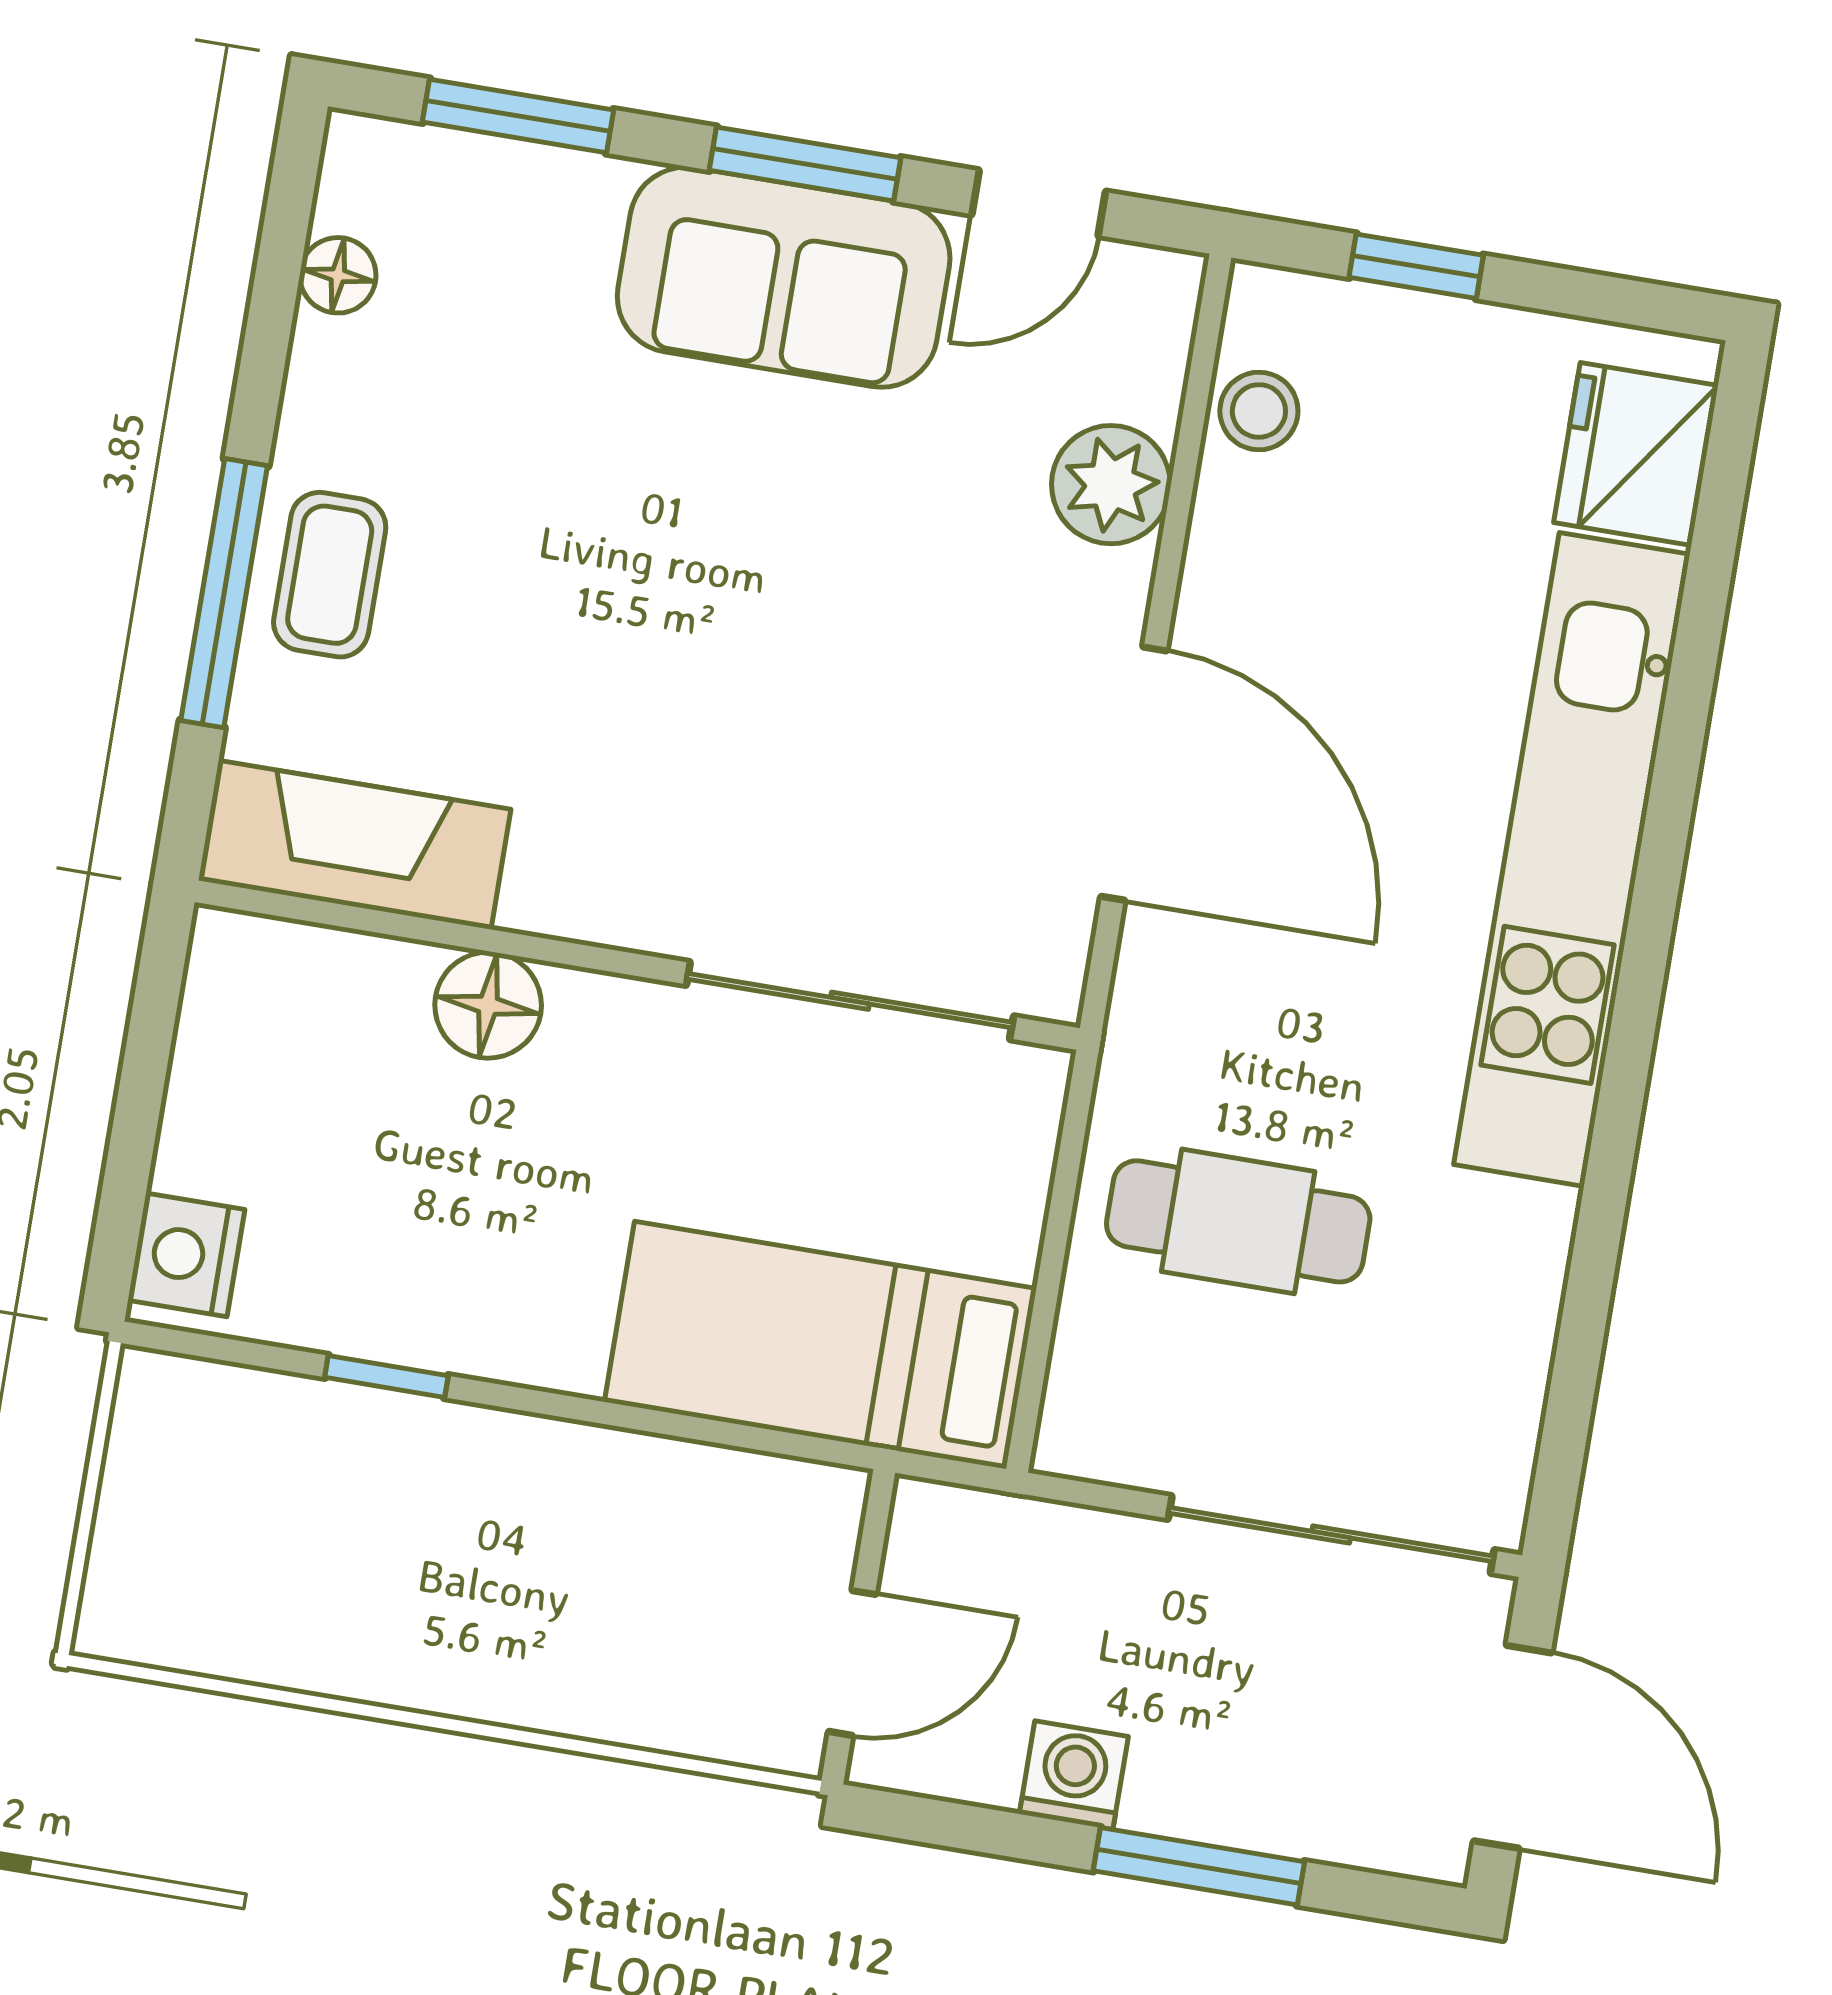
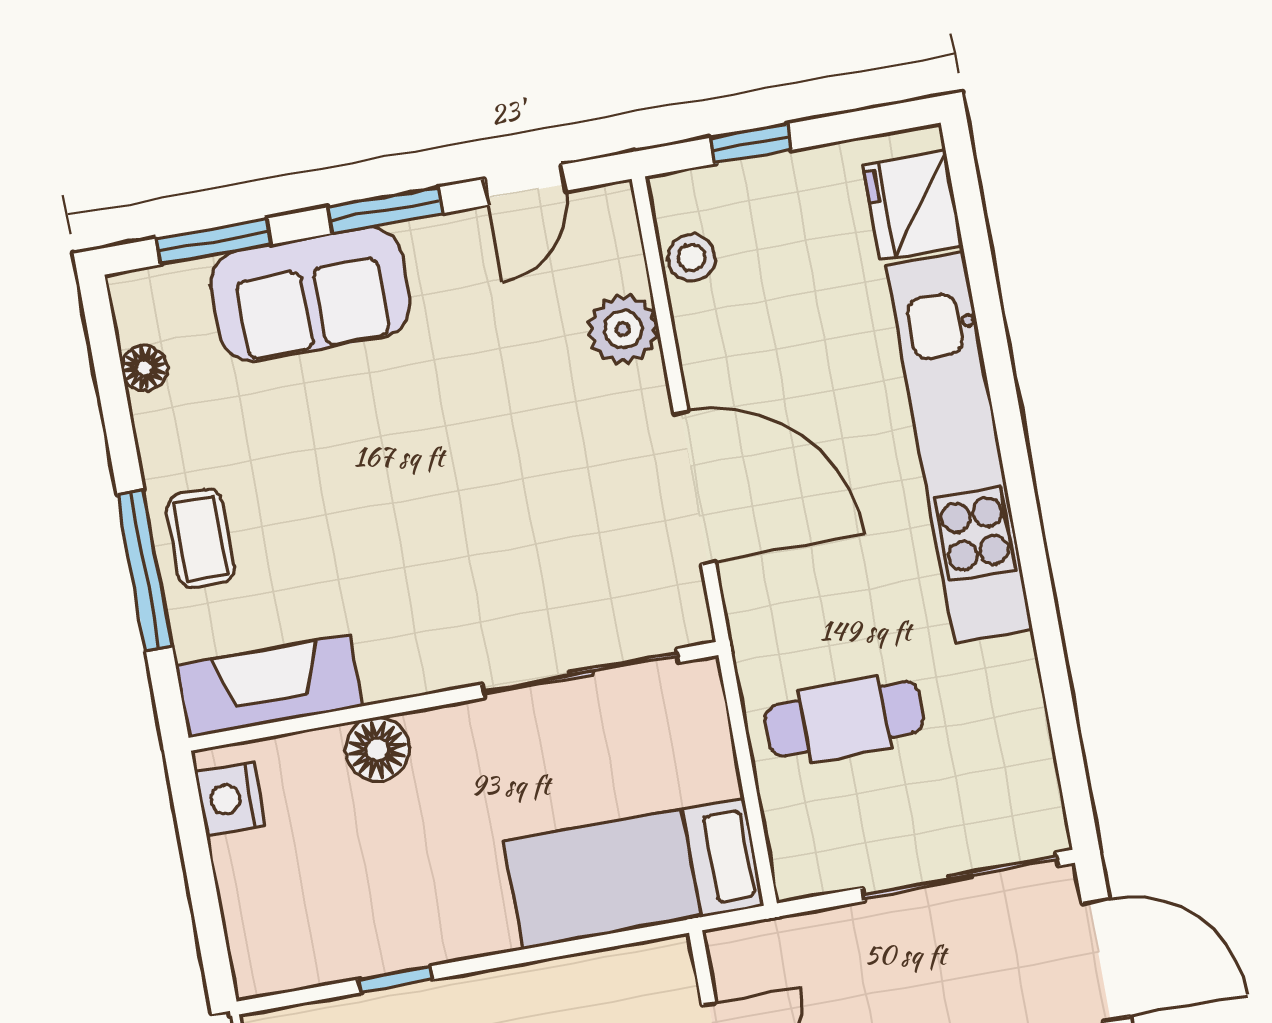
sofa: (784, 277) -> (310, 294), moved
nightstand: (186, 1255) -> (230, 799), moved

